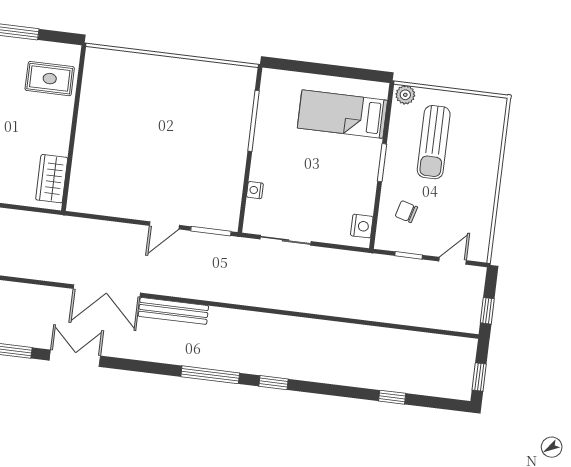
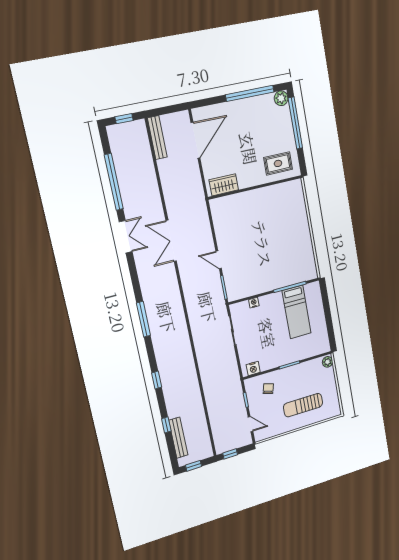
rug: (50, 79) -> (278, 163), turned 90
bed: (342, 114) -> (297, 312), moved, turned 180
sun lounger: (434, 142) -> (303, 405), moved
bench: (173, 311) -> (178, 438), moved
window: (274, 383) -> (157, 380), moved

